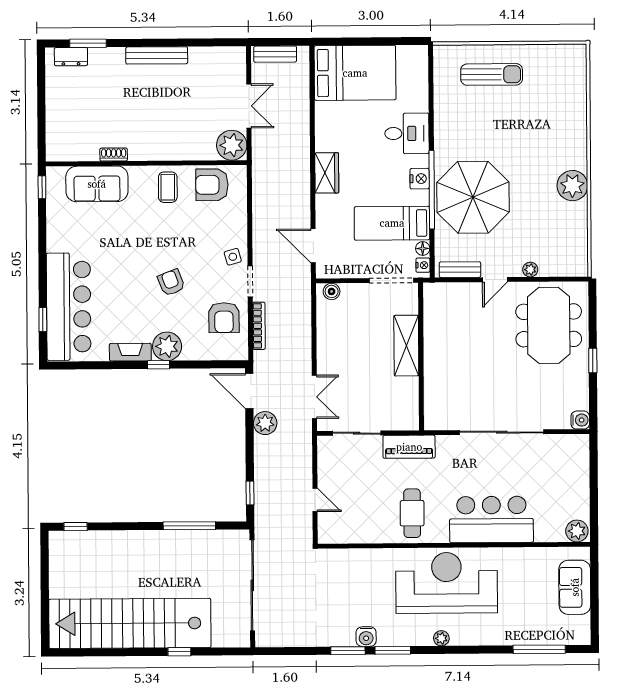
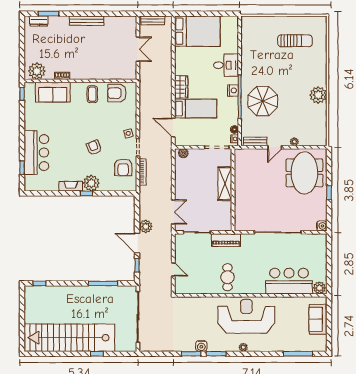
sun lounger: (492, 74) -> (295, 41), moved
plant: (232, 145) -> (37, 71), moved
parasol: (473, 197) -> (263, 101), width x0.73, depth x0.73
bed: (392, 223) -> (196, 109), moved, turned 180
bar counter: (69, 307) -> (36, 153), width x0.73
door: (249, 391) -> (137, 243), moved
bar counter: (491, 519) -> (289, 281), moved

